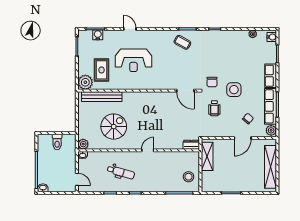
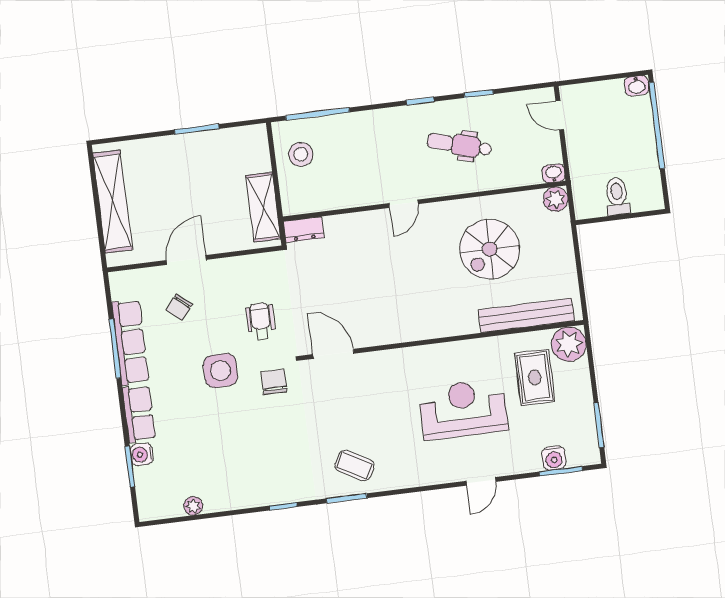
door: (130, 29) -> (481, 481), hinge flipped
water cooler: (272, 37) -> (142, 454), moved
plant: (271, 130) -> (122, 287), removed

